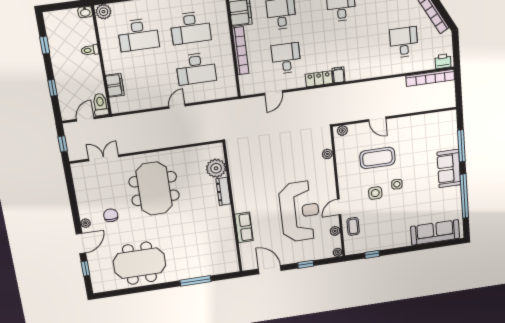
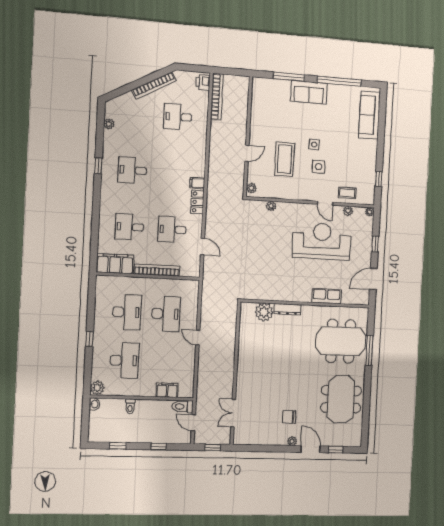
meeting table: (154, 189) -> (341, 341), moved

